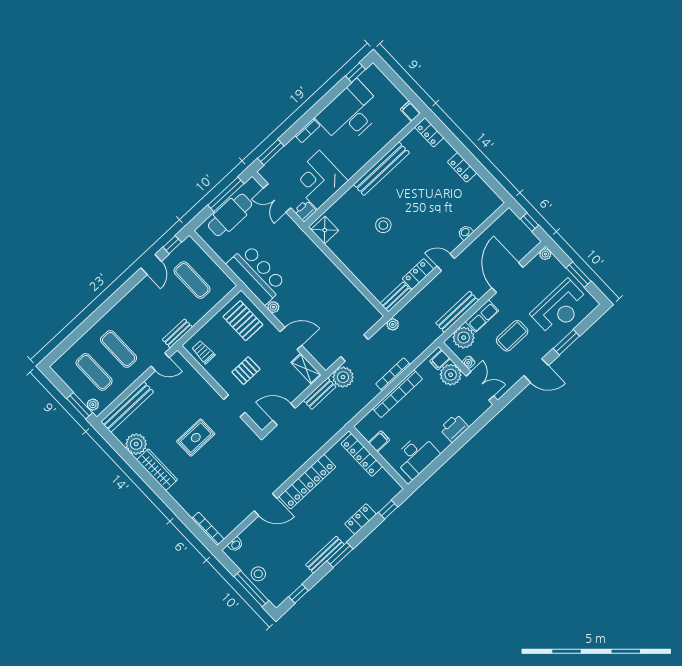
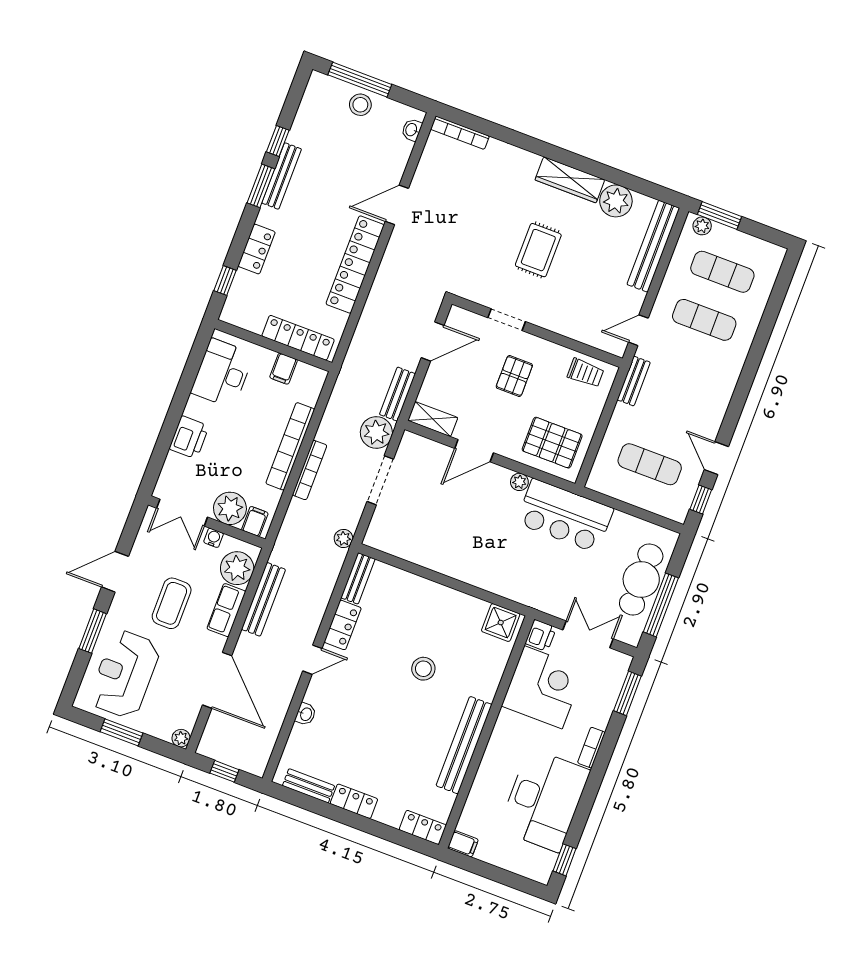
bench: (484, 190) -> (309, 786), added
window: (299, 594) -> (278, 141), moved

